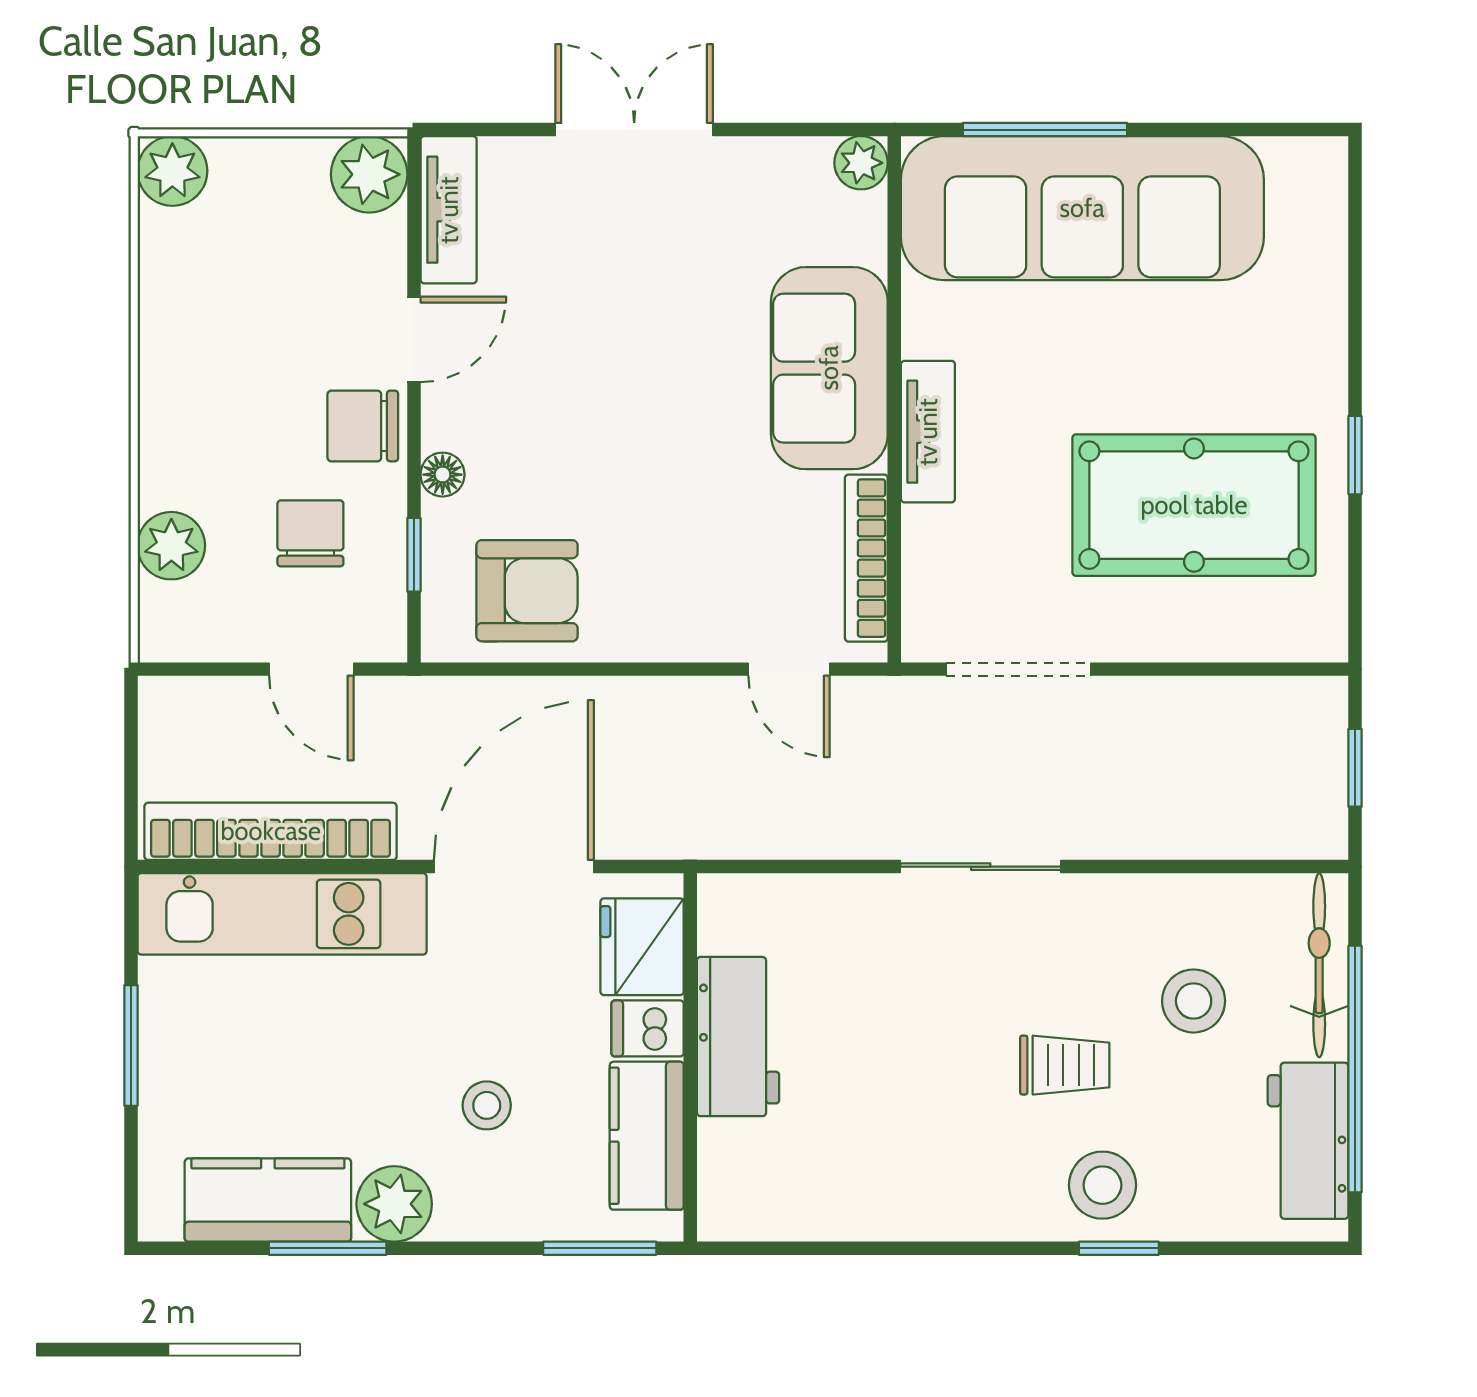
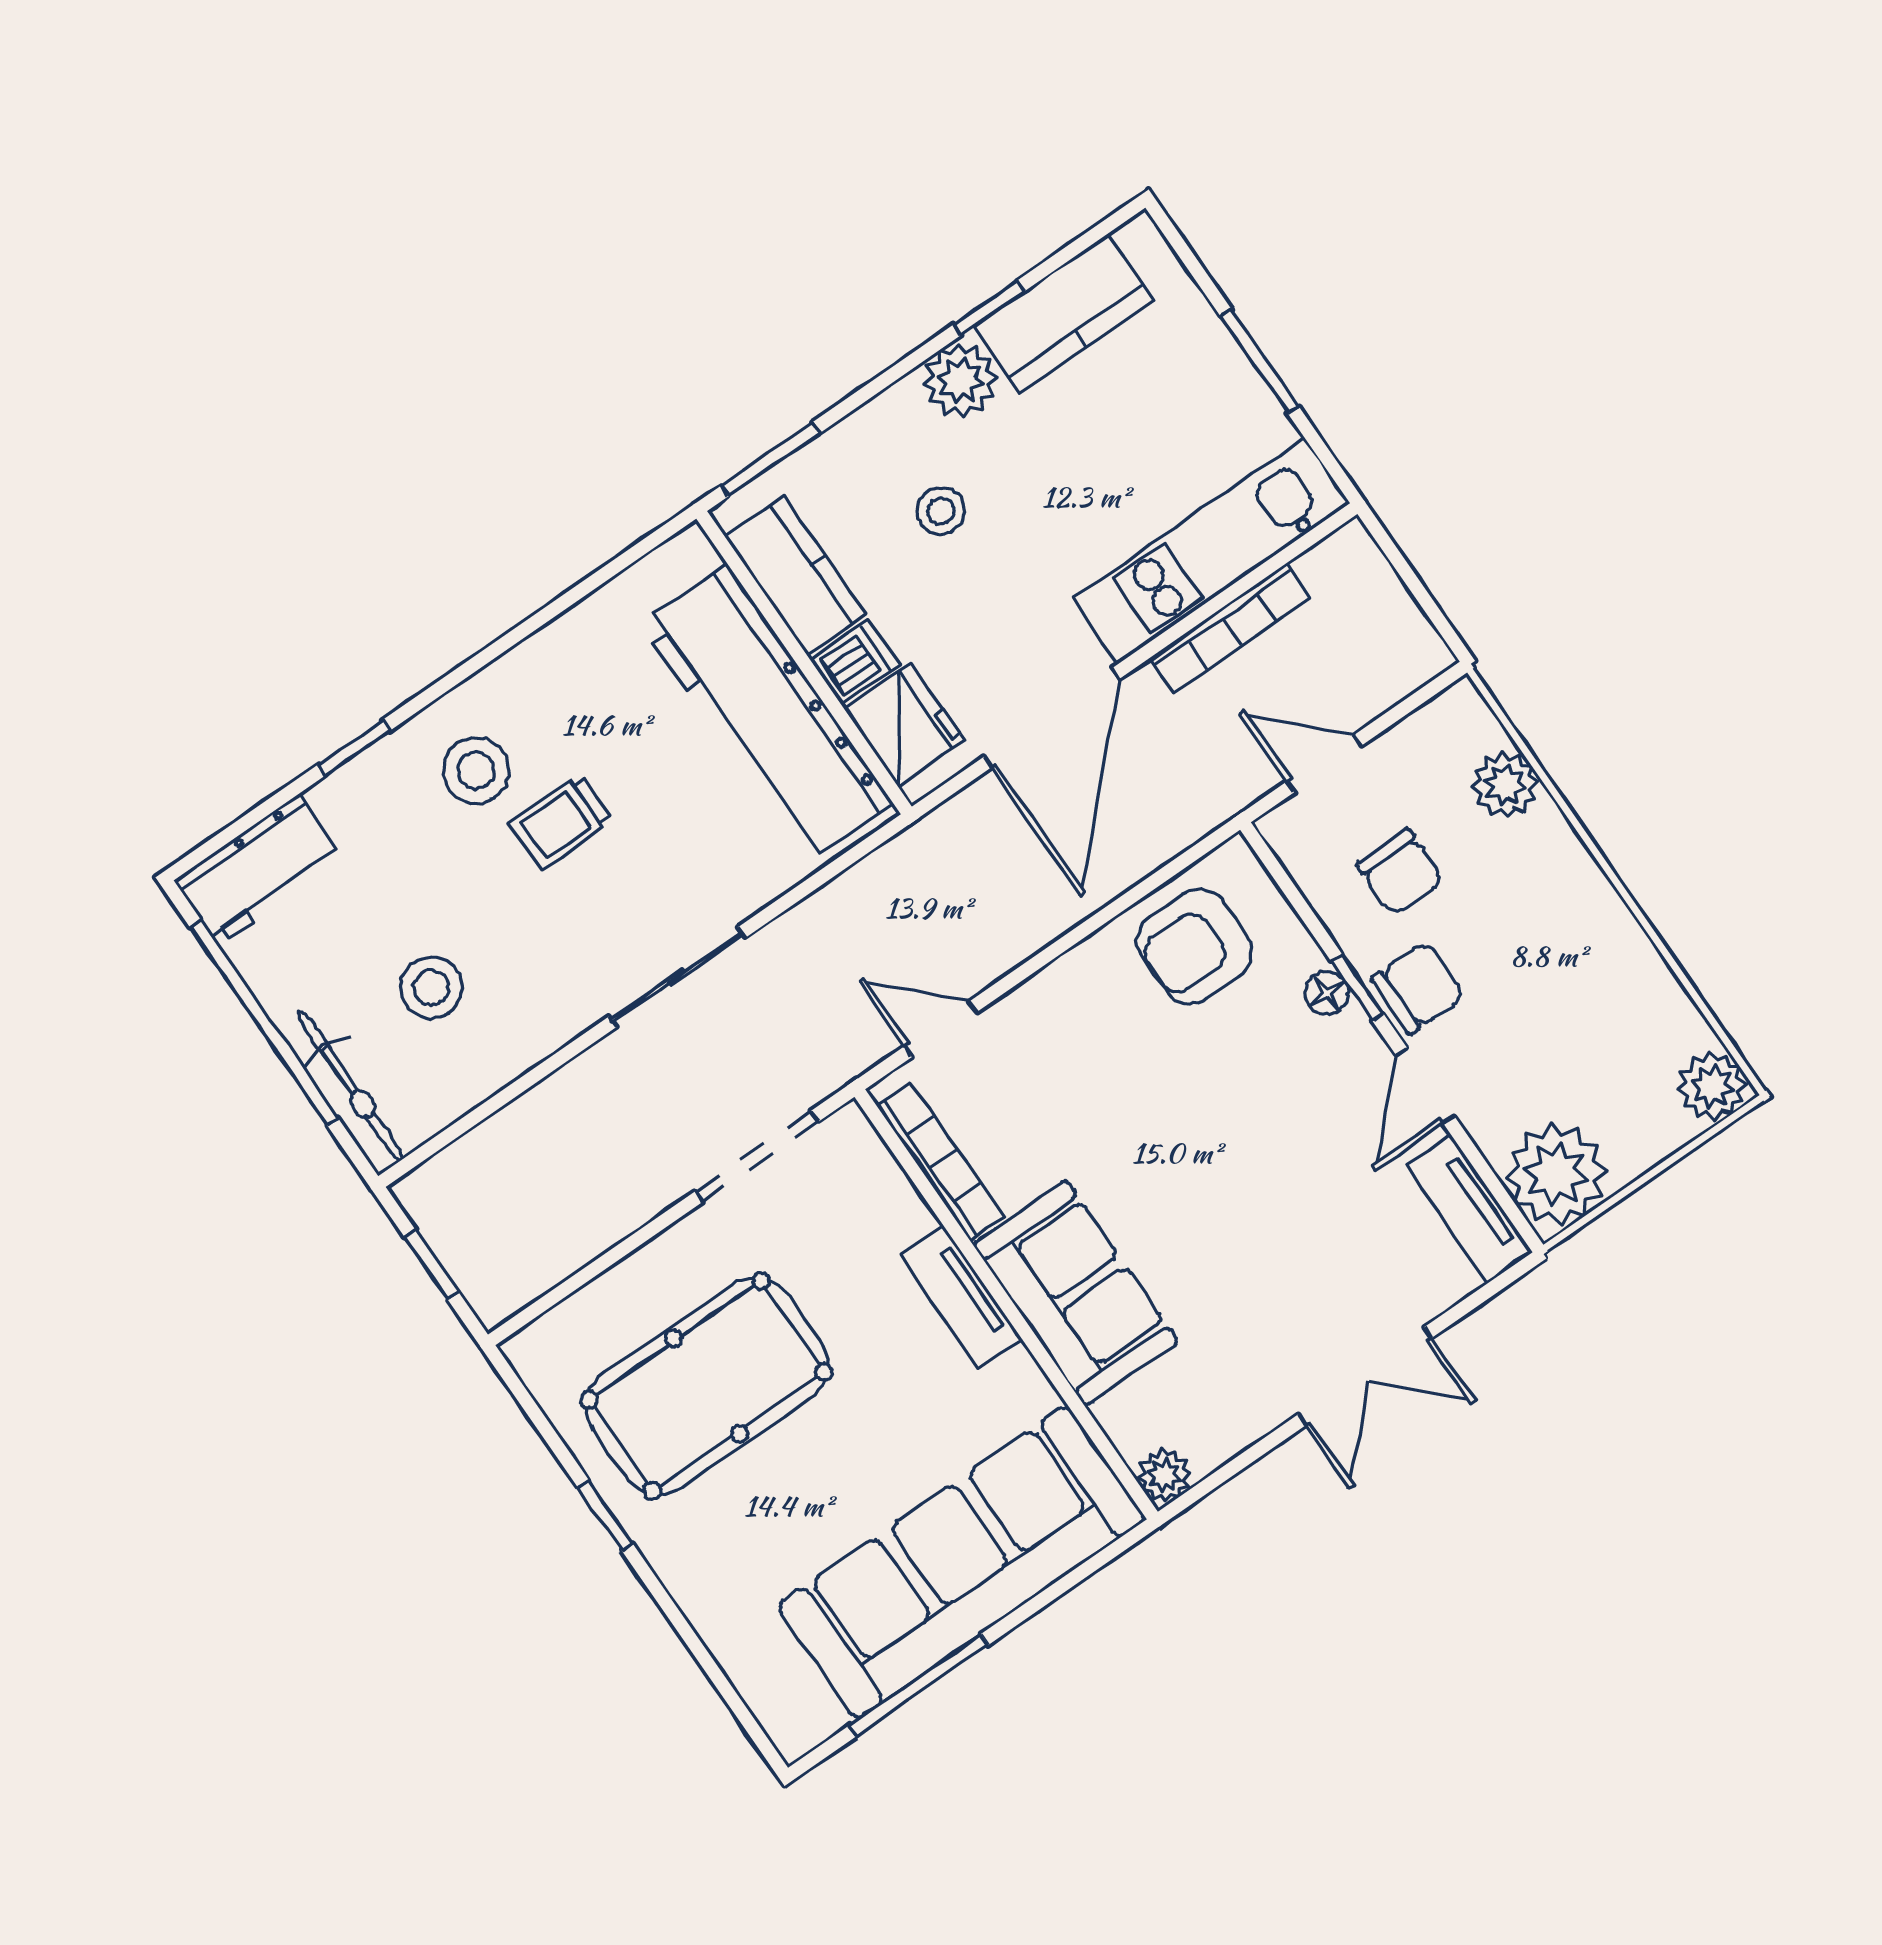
window: (1045, 130) -> (919, 1685), moved
plant: (369, 174) -> (1556, 1174), width x1.36, depth x1.36
window: (414, 555) -> (1357, 987), moved
bookcase: (271, 831) -> (1230, 628), width x0.68, depth x0.76
workbench: (738, 1037) -> (767, 713), width x1.88, depth x1.32
trolley: (1065, 1065) -> (561, 822), moved
workbench: (1308, 1141) -> (259, 869), moved, turned 90
stool: (1102, 1185) -> (476, 771), moved
window: (328, 1248) -> (989, 308), width x0.67

